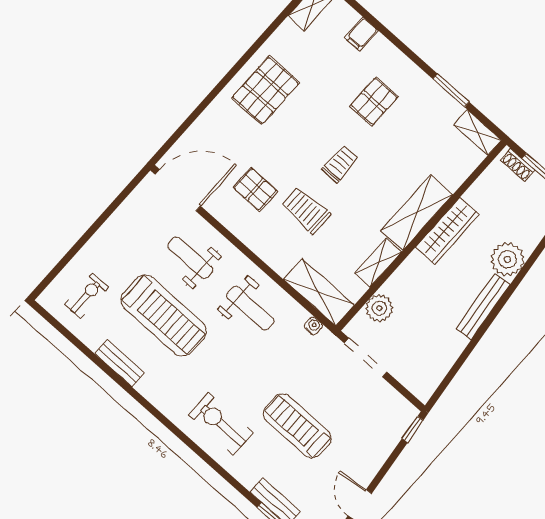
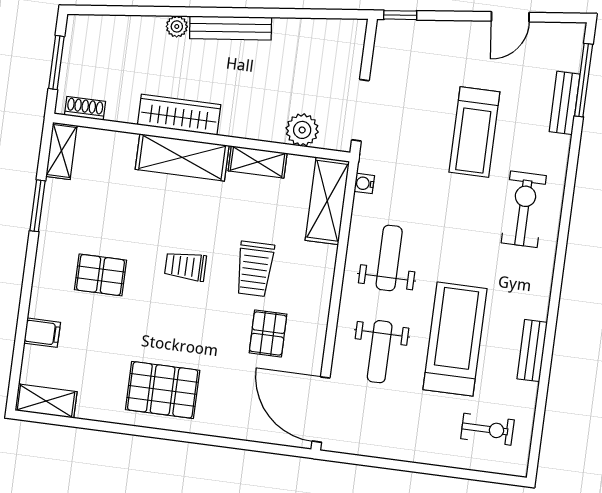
shoe rack: (518, 165) -> (85, 108), moved, turned -90
plant: (507, 259) -> (177, 26), width x0.53, depth x0.53
exercise bike: (86, 296) -> (487, 429), turned 180
exercise bike: (221, 424) -> (524, 209), turned 180

